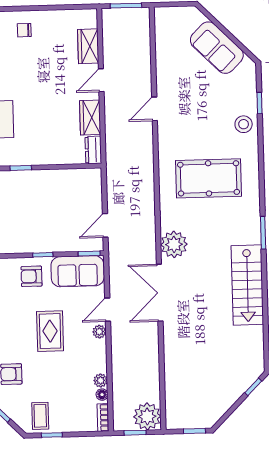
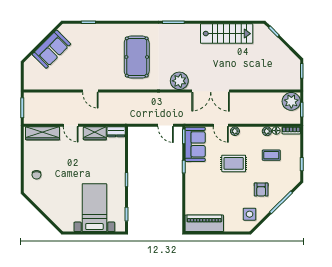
wardrobe: (88, 46) -> (43, 133), width x1.50
stool: (244, 124) -> (102, 33), removed
armchair: (31, 276) -> (198, 175), removed
stairs: (247, 285) -> (227, 34), moved
coffee table: (40, 416) -> (271, 155), moved

